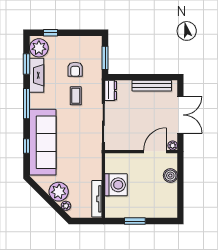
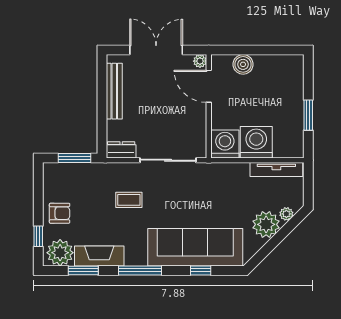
armchair: (75, 69) -> (60, 213), moved
washing machine: (115, 163) -> (225, 144), added

